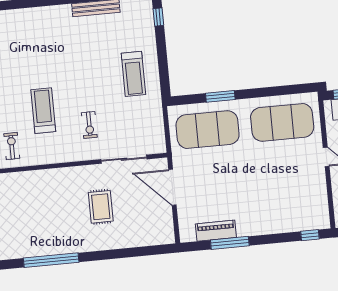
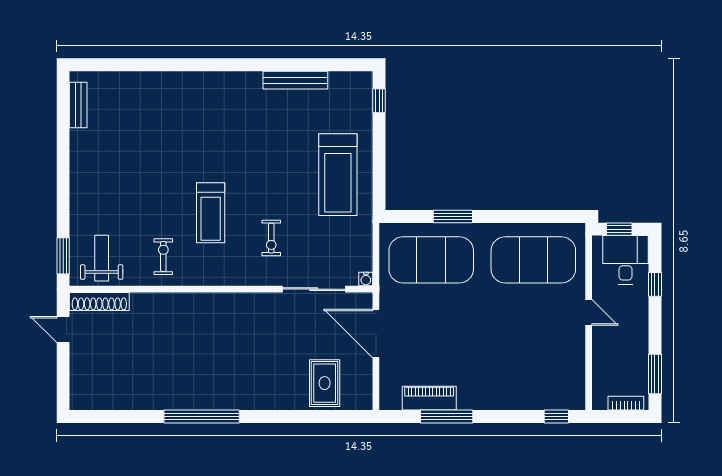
treadmill: (133, 74) -> (338, 175), width x1.37, depth x1.38
treadmill: (43, 111) -> (211, 213), turned 180
water cooler: (161, 148) -> (366, 279), added
rug: (101, 207) -> (325, 383), moved

